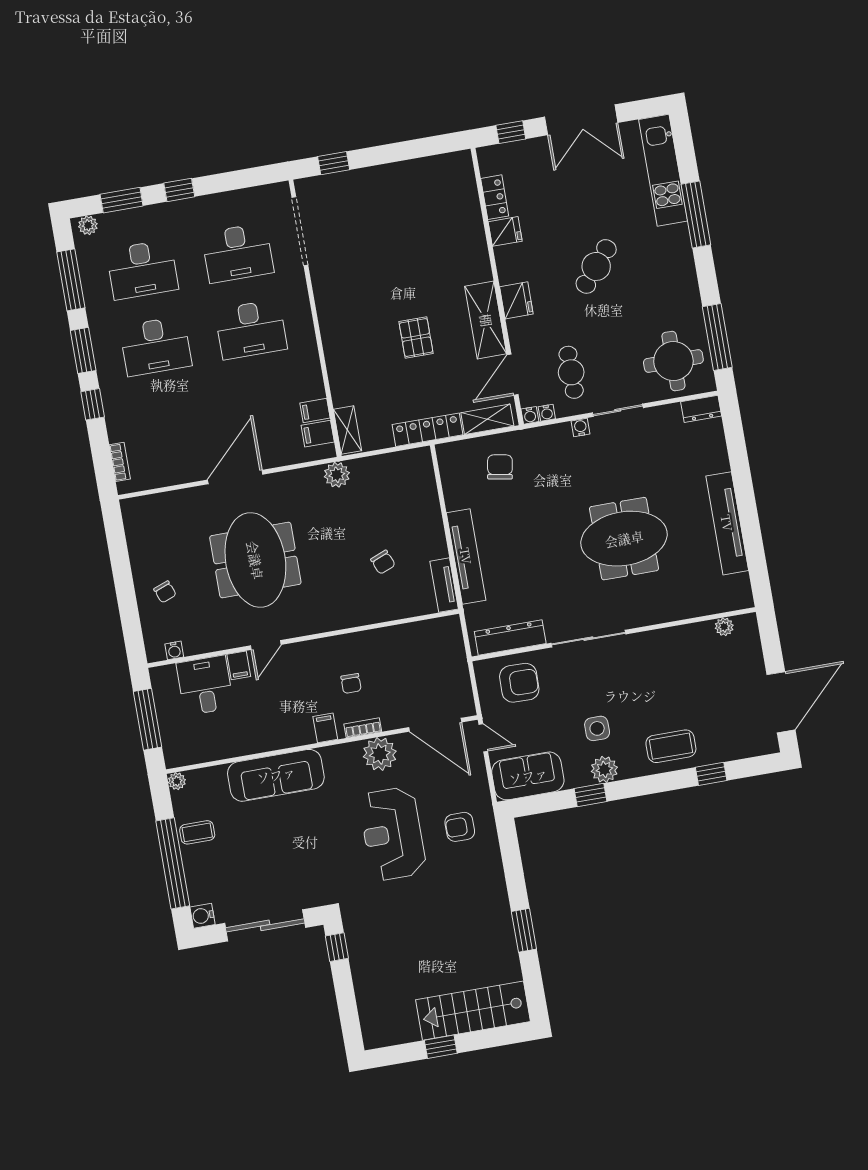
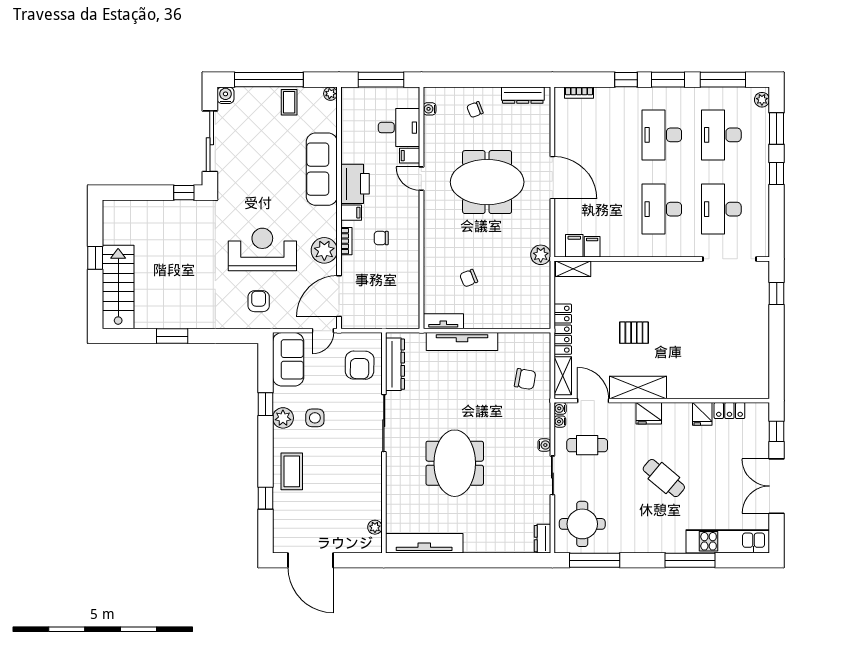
tv unit: (727, 523) -> (424, 543), moved
dresser: (136, 534) -> (523, 95), added
printer: (287, 729) -> (355, 184), added

